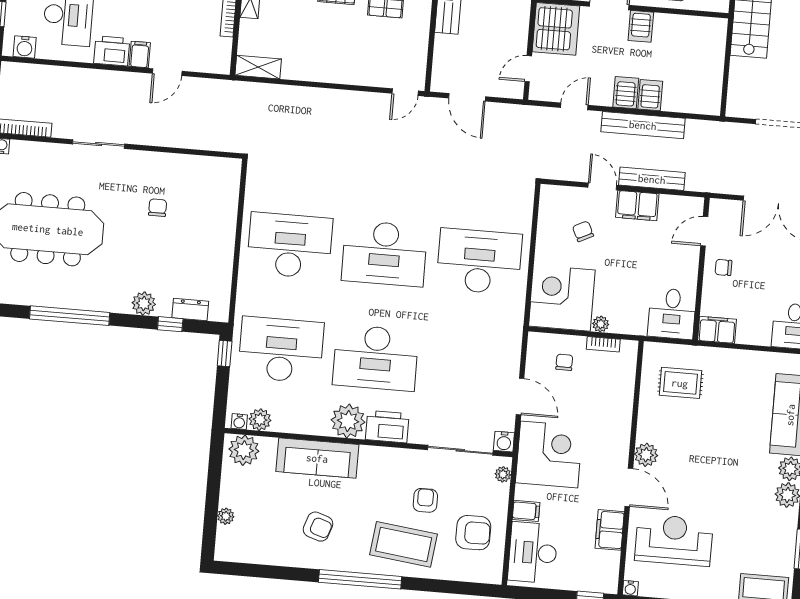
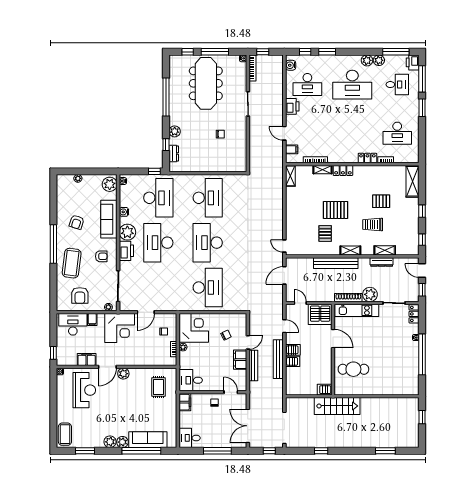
server rack: (641, 26) -> (325, 390), moved
filing cabinet: (140, 54) -> (292, 149), moved
plant: (260, 420) -> (125, 191), removed
water cooler: (504, 442) -> (124, 212), moved
armchair: (425, 500) -> (101, 256), moved

